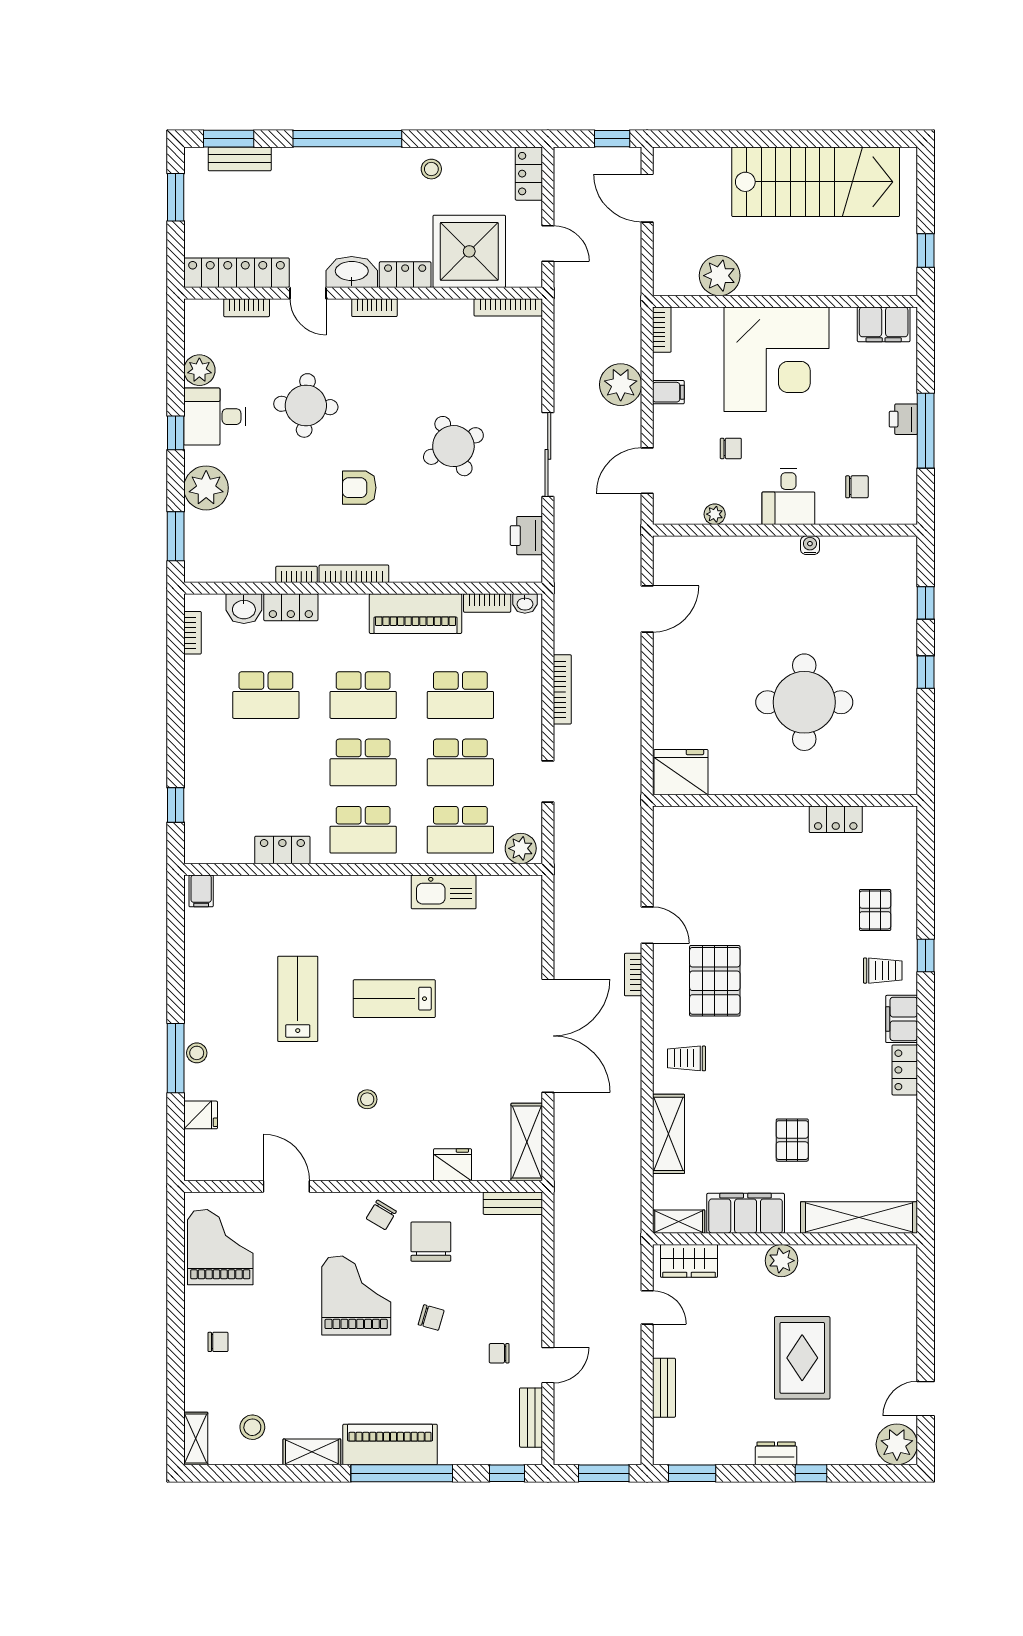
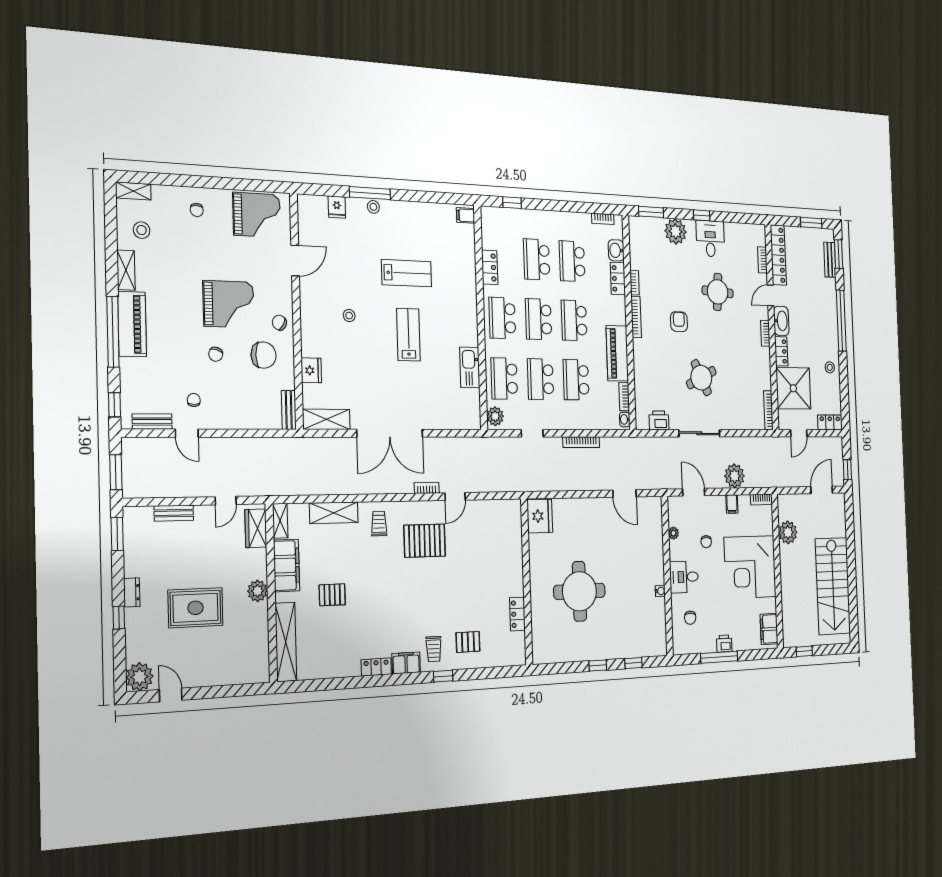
plant: (199, 370) -> (732, 231), removed
school desk: (266, 762) -> (537, 259), added

